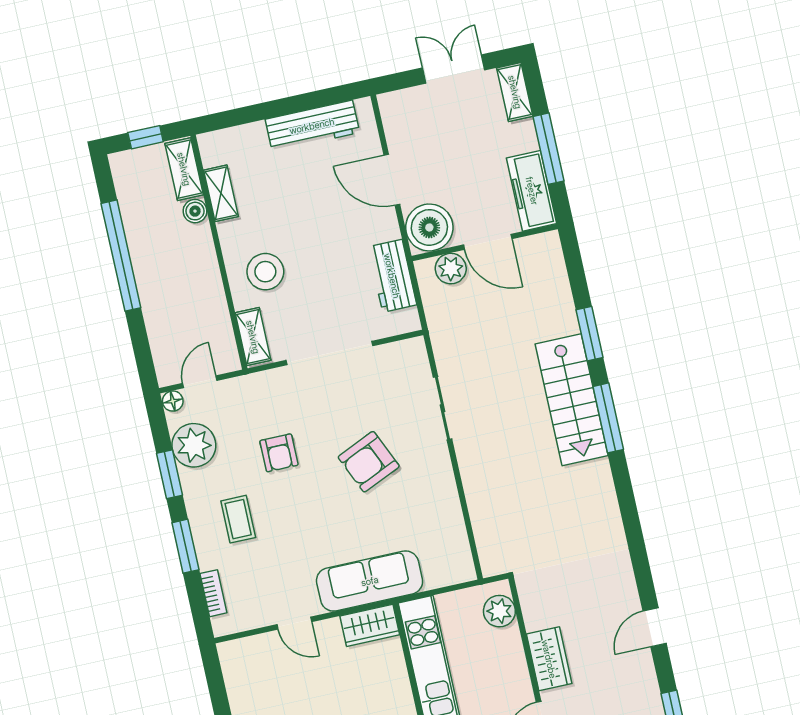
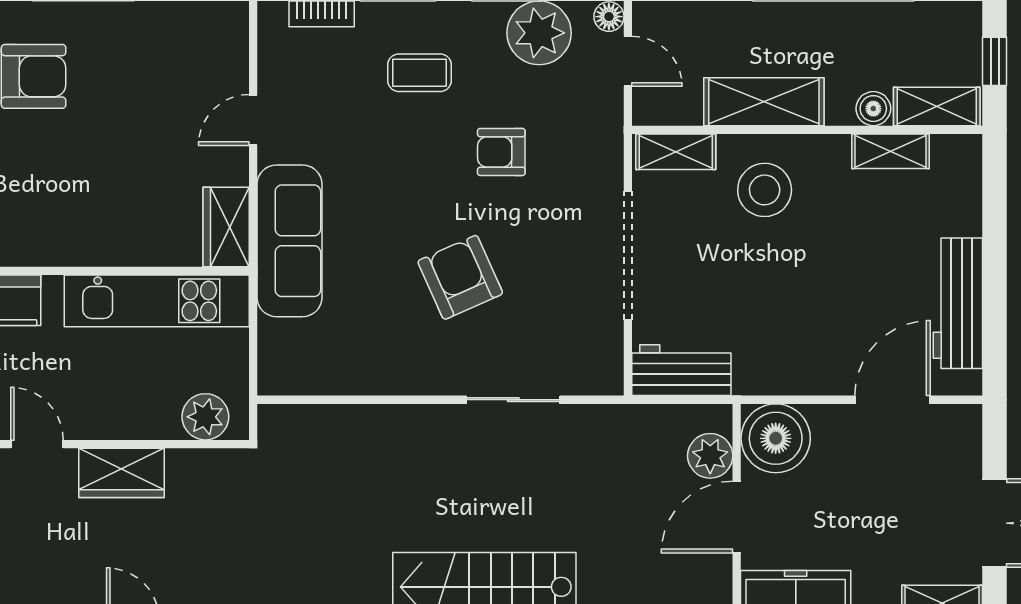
door: (392, 180) -> (892, 400), moved
workbench: (392, 276) -> (681, 370), moved
shelving: (207, 285) -> (764, 102), added

